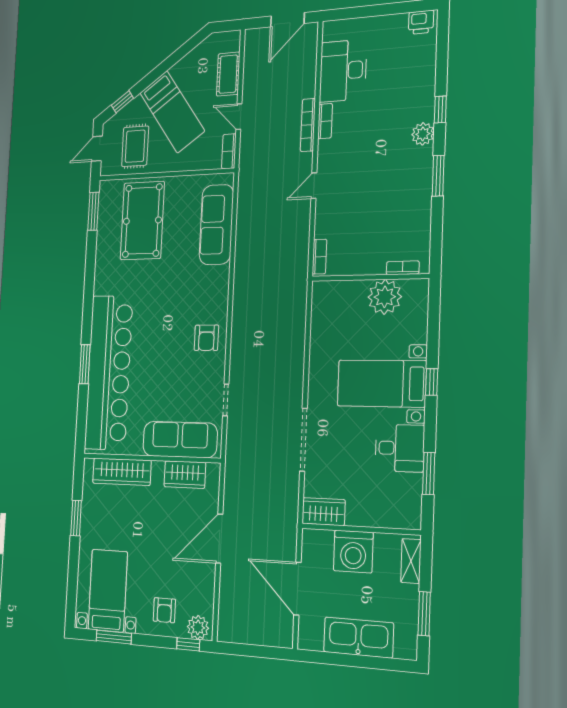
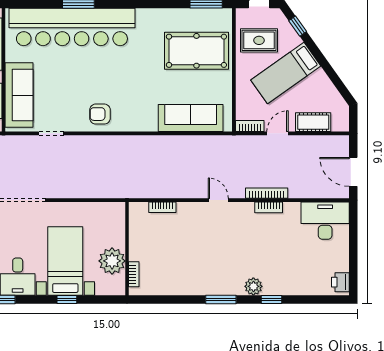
desk: (343, 71) -> (325, 221), moved
bookcase: (403, 268) -> (134, 274), moved
wall: (370, 277) -> (127, 249), moved
plant: (385, 297) -> (112, 261), moved

